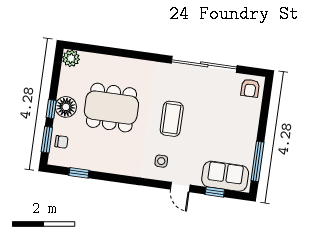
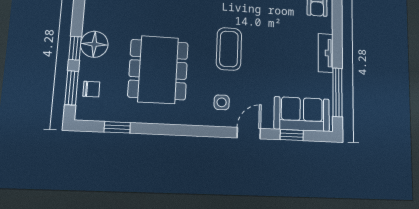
dining table: (111, 108) -> (158, 70), moved, turned 90
tv unit: (252, 128) -> (326, 53), added
door: (180, 187) -> (249, 133), swing flipped

